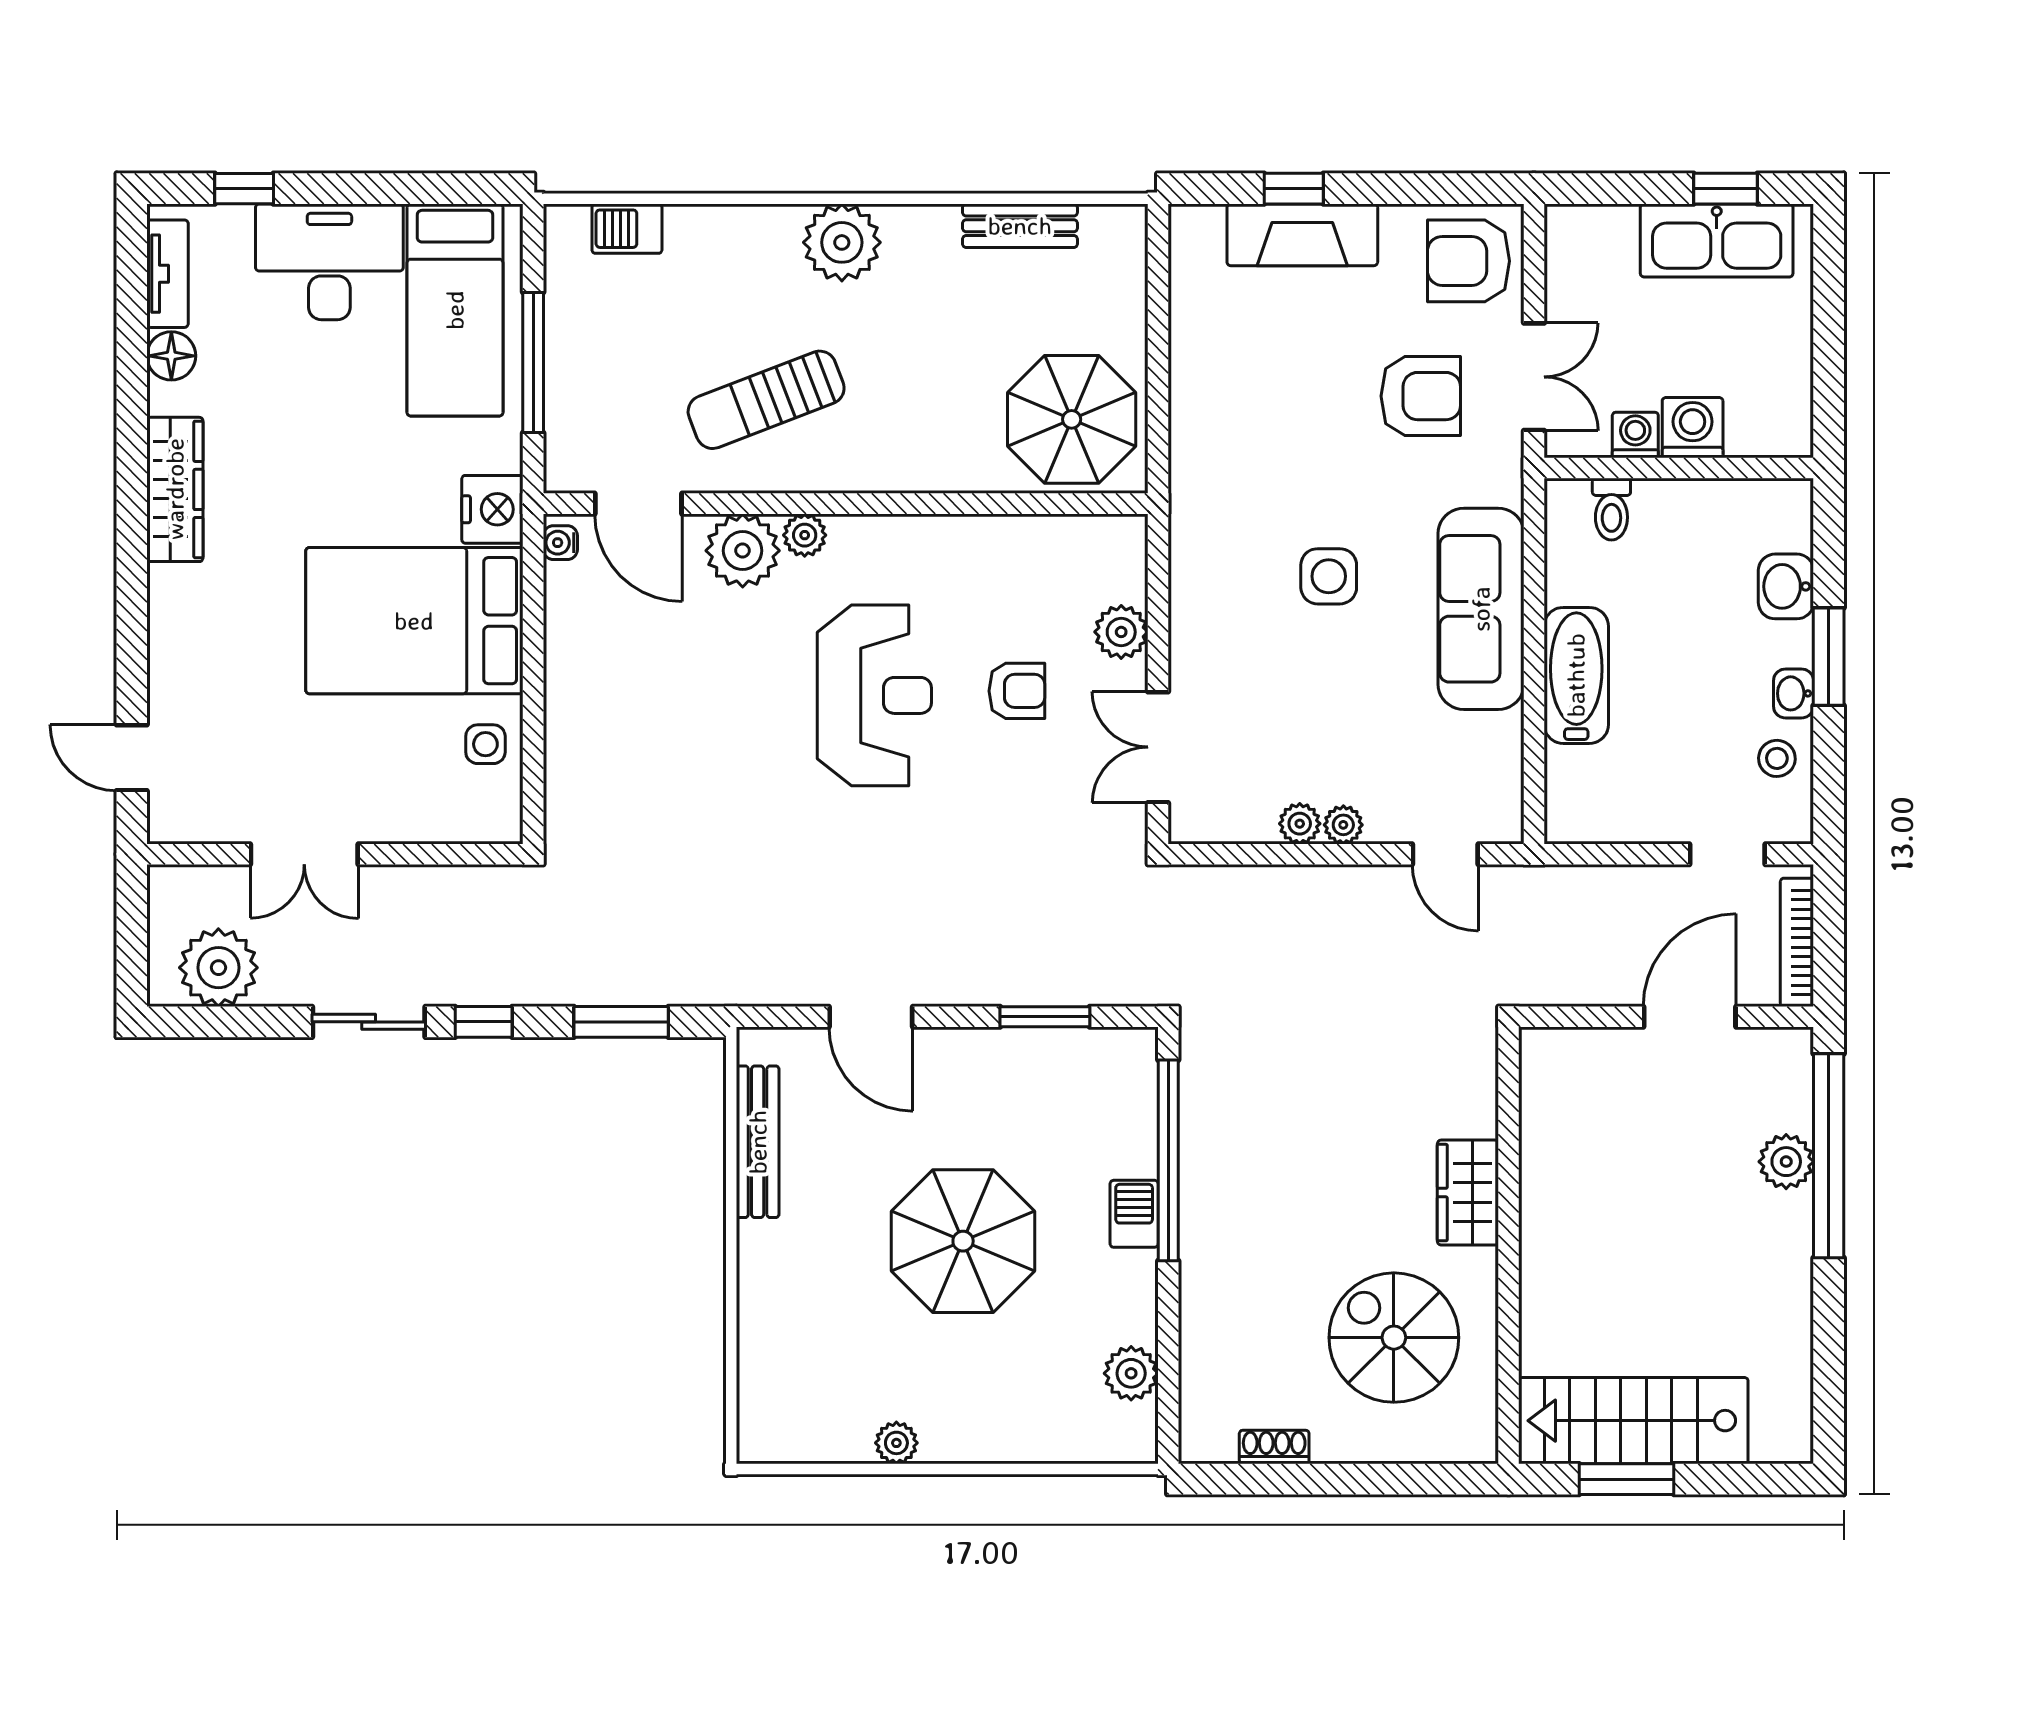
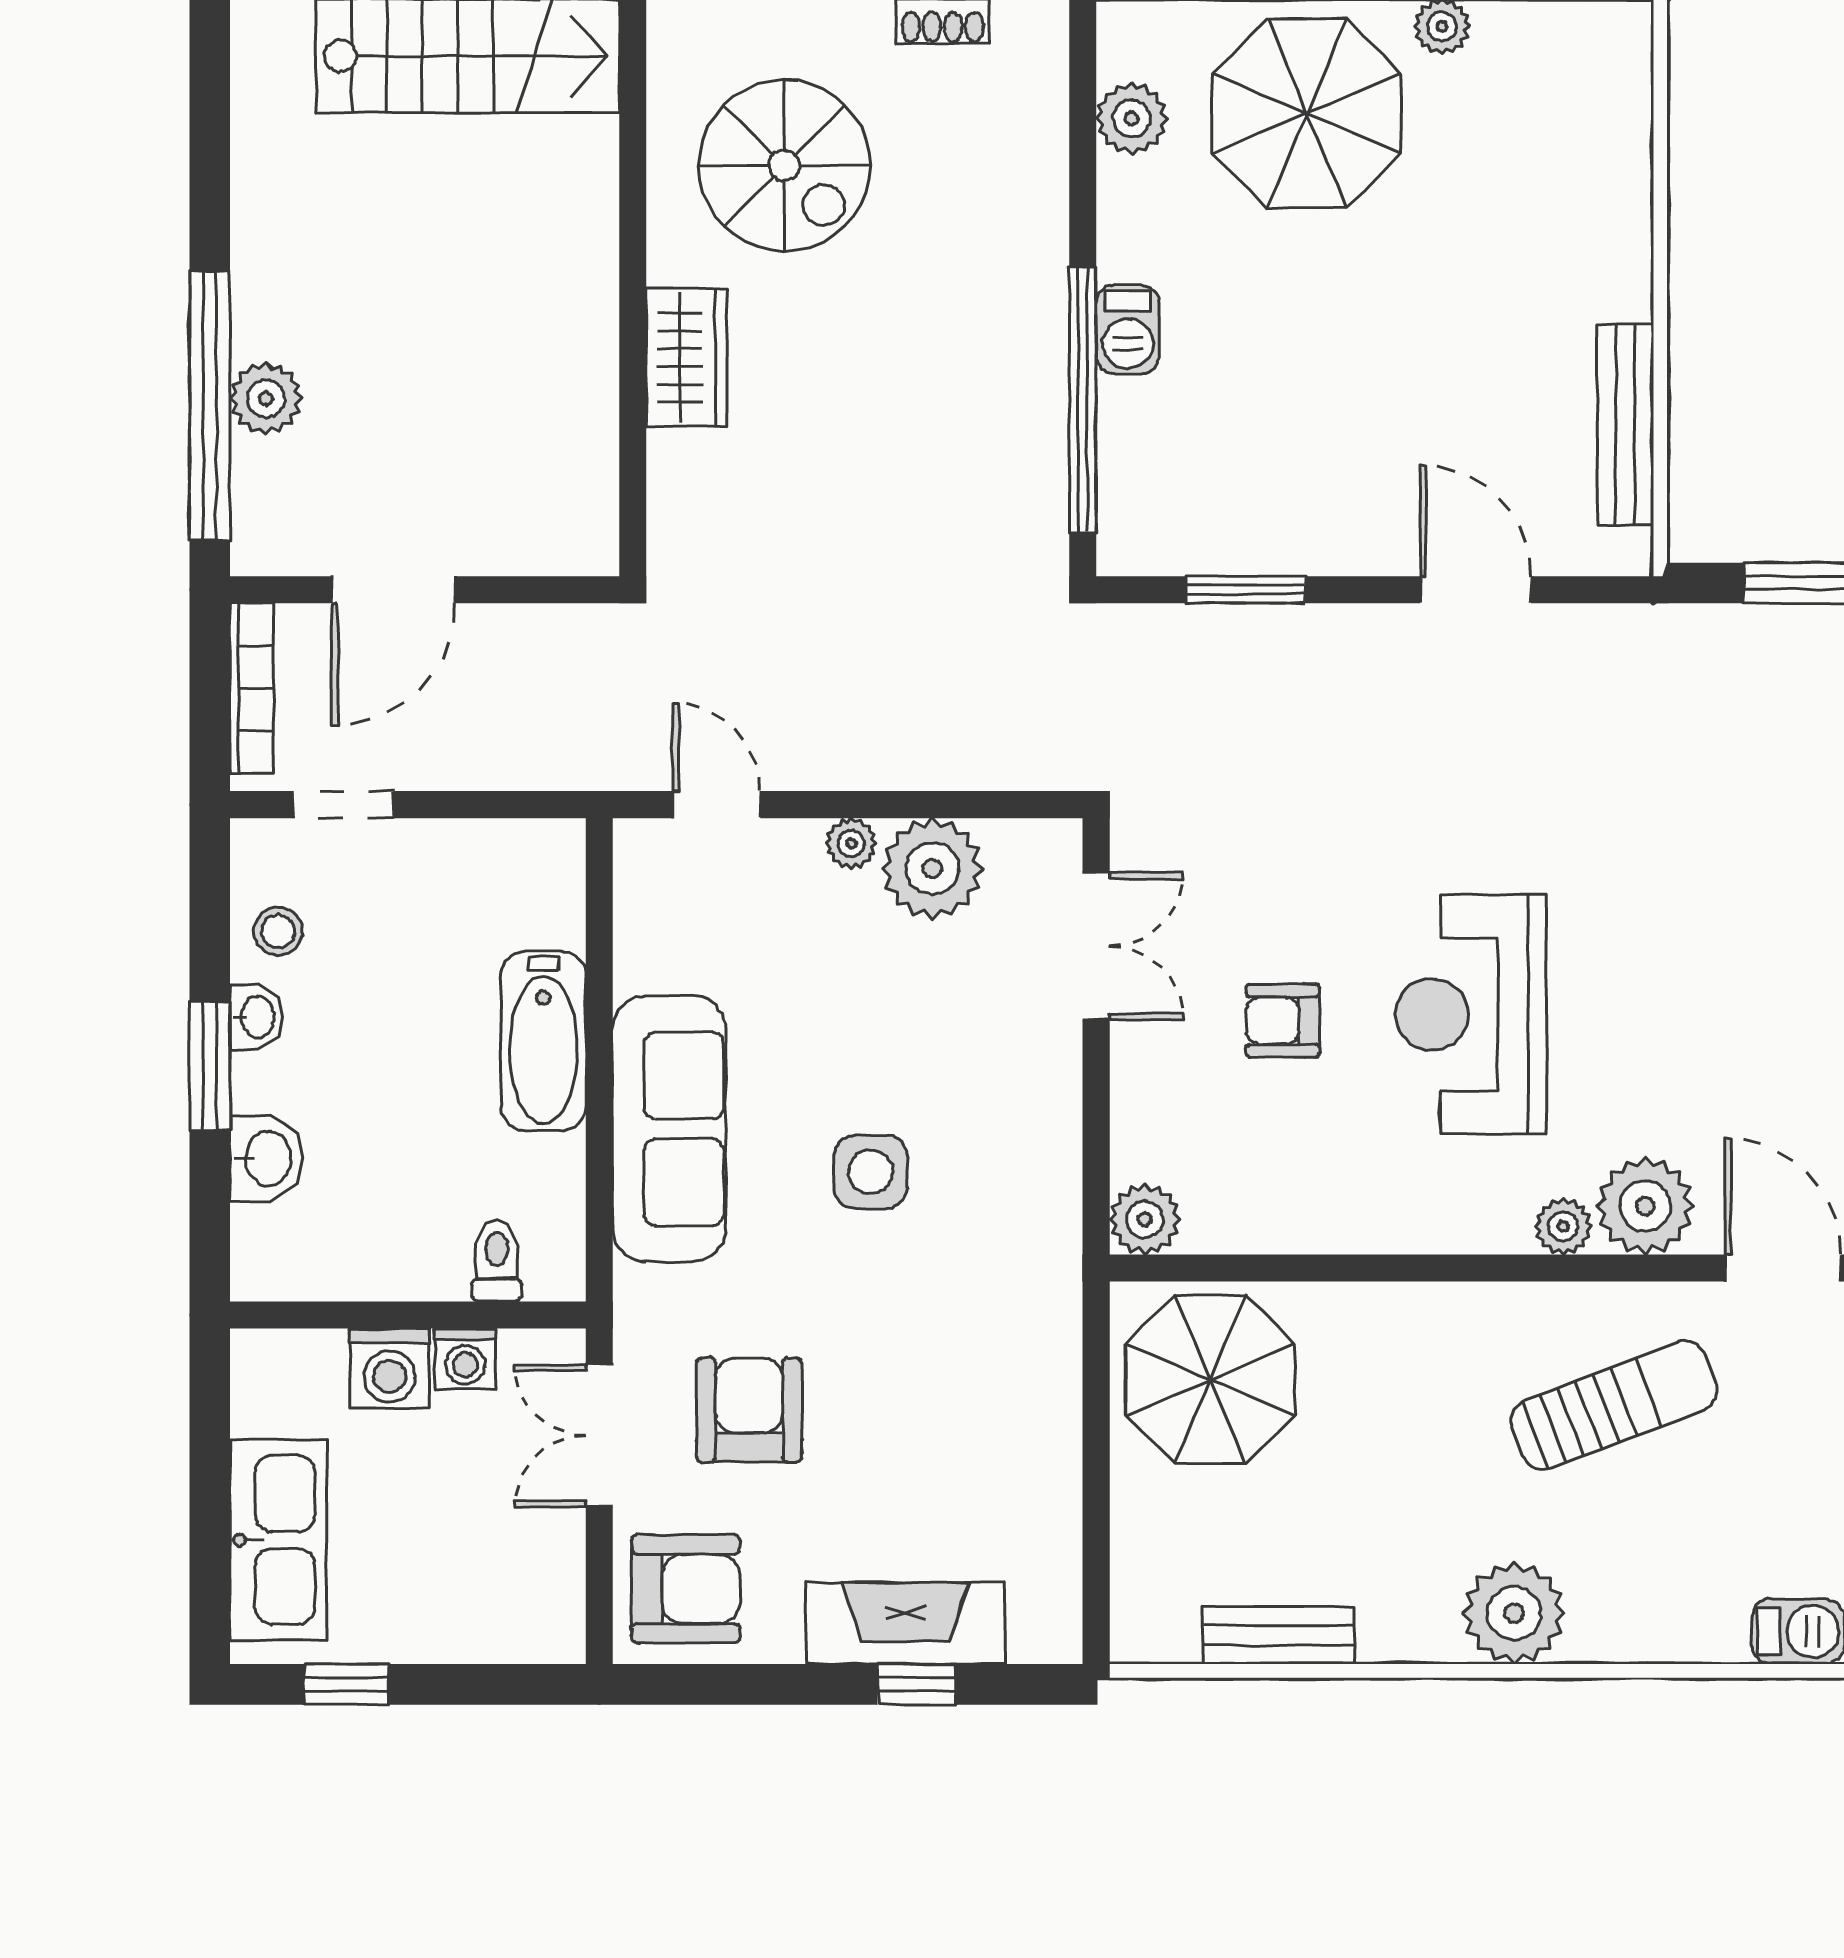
kitchen sink: (1717, 240) -> (278, 1540), moved, turned 90
armchair: (1421, 396) -> (749, 1410), turned 90
plant: (1121, 632) -> (1145, 1219), moved
plant: (1300, 824) -> (932, 869), width x1.87, depth x1.87
parasol: (963, 1241) -> (1307, 113), moved

